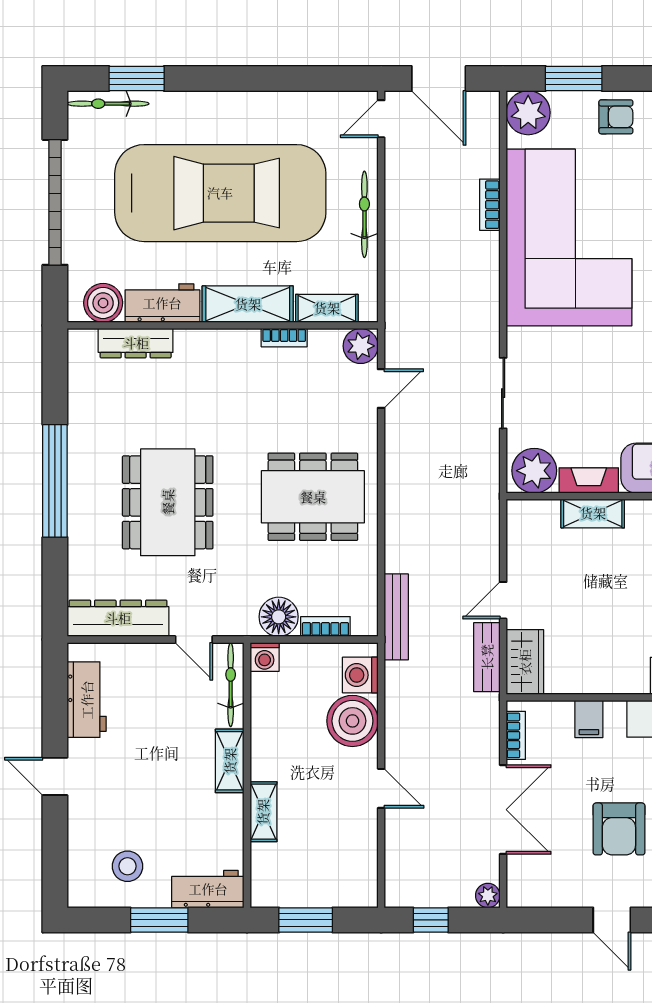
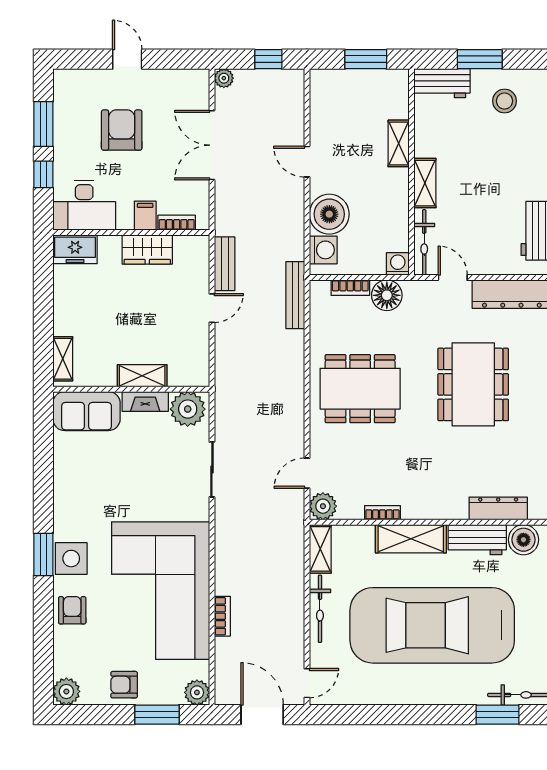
plant: (528, 113) -> (197, 692), width x0.73, depth x0.73
shelving: (327, 308) -> (320, 549), moved, turned 90
wardrobe: (525, 662) -> (147, 249), moved, turned -90
bookcase: (516, 735) -> (177, 223), moved, turned 90

